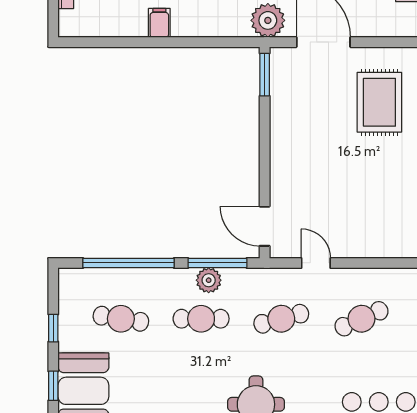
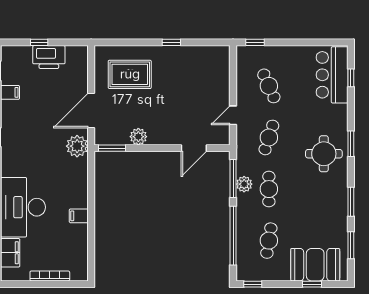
plant: (283, 116) -> (138, 137), added
door: (265, 226) -> (194, 148), moved
cafe table: (281, 319) -> (269, 137), turned 33
window: (53, 328) -> (253, 284), moved

